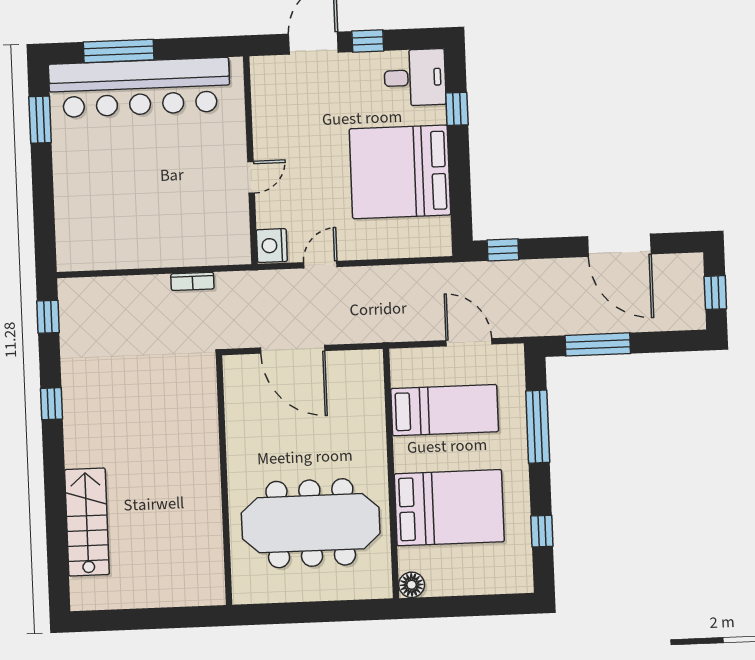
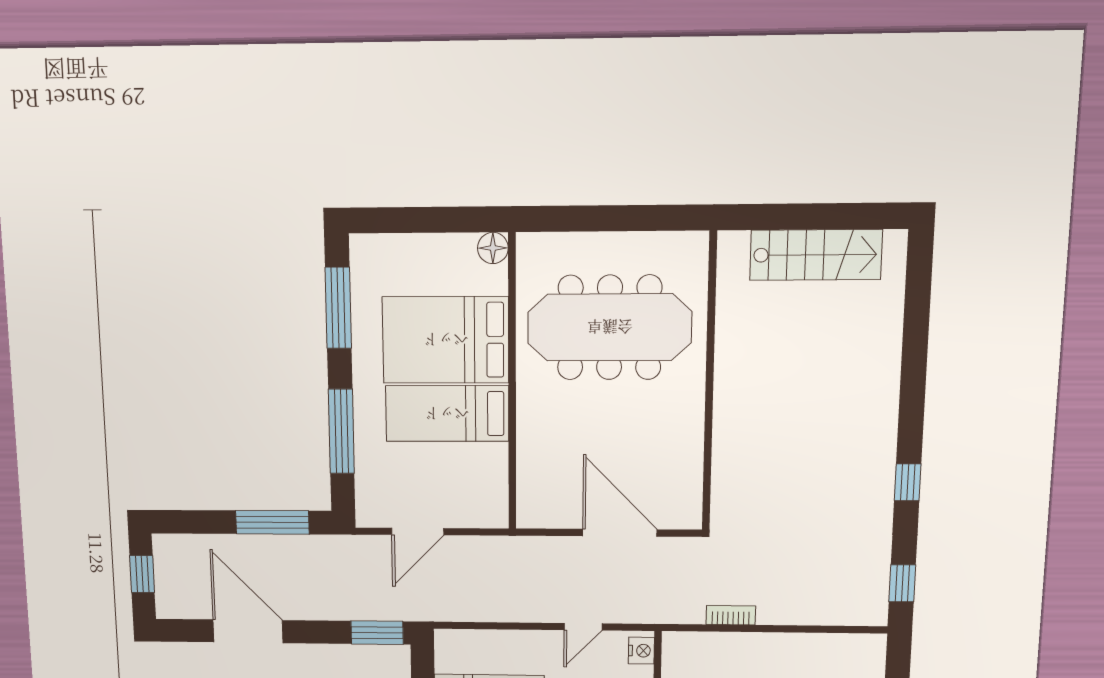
nightstand: (272, 246) -> (641, 651), width x0.74, depth x0.75
window: (503, 250) -> (377, 633), width x1.50
door: (469, 342) -> (418, 531), hinge flipped
bed: (445, 410) -> (447, 414), moved
stairs: (87, 522) -> (816, 255), moved, turned -90
window: (542, 531) -> (338, 308), width x2.17

